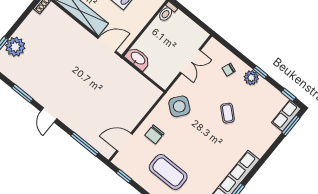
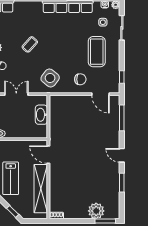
washbasin: (138, 58) -> (41, 115), moved
door: (49, 115) -> (122, 155), swing flipped

